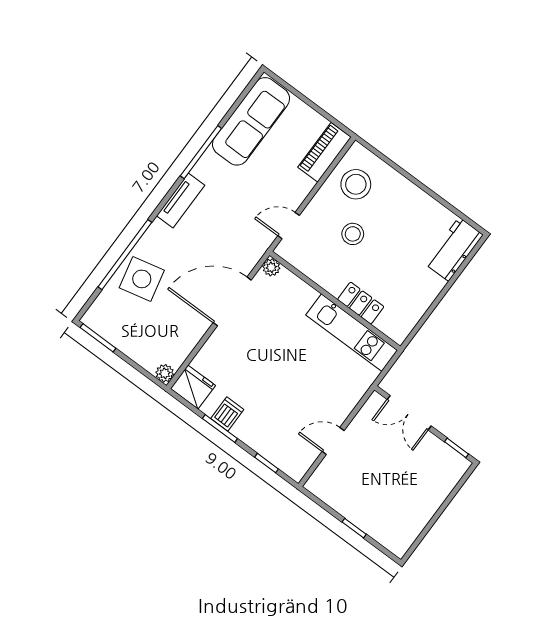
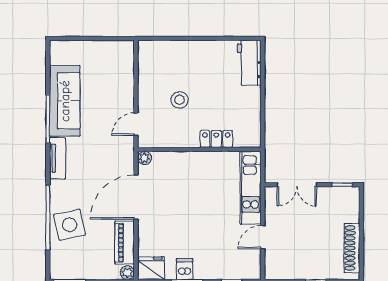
sofa: (251, 121) -> (65, 101), moved
piano: (325, 152) -> (125, 243), moved
stool: (356, 184) -> (159, 68), removed
kitchen unit: (352, 333) -> (251, 188), moved, turned 90
shoe rack: (417, 521) -> (352, 248), added

